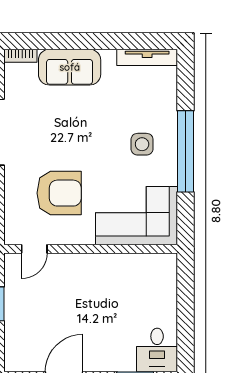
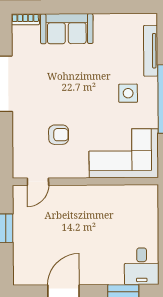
tv unit: (147, 57) -> (151, 51), moved, turned 90
armchair: (59, 193) -> (59, 135), width x0.53, depth x0.53

